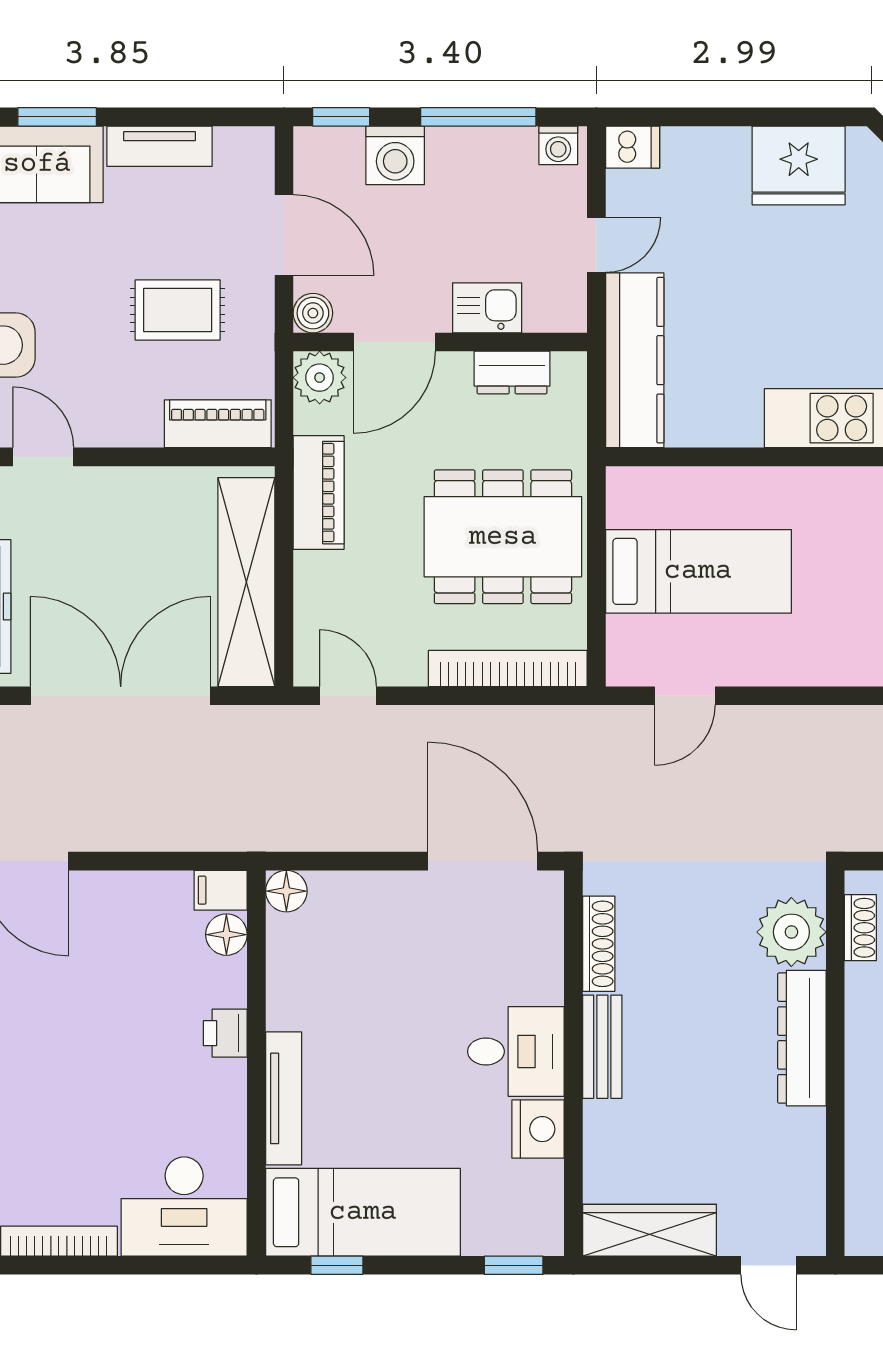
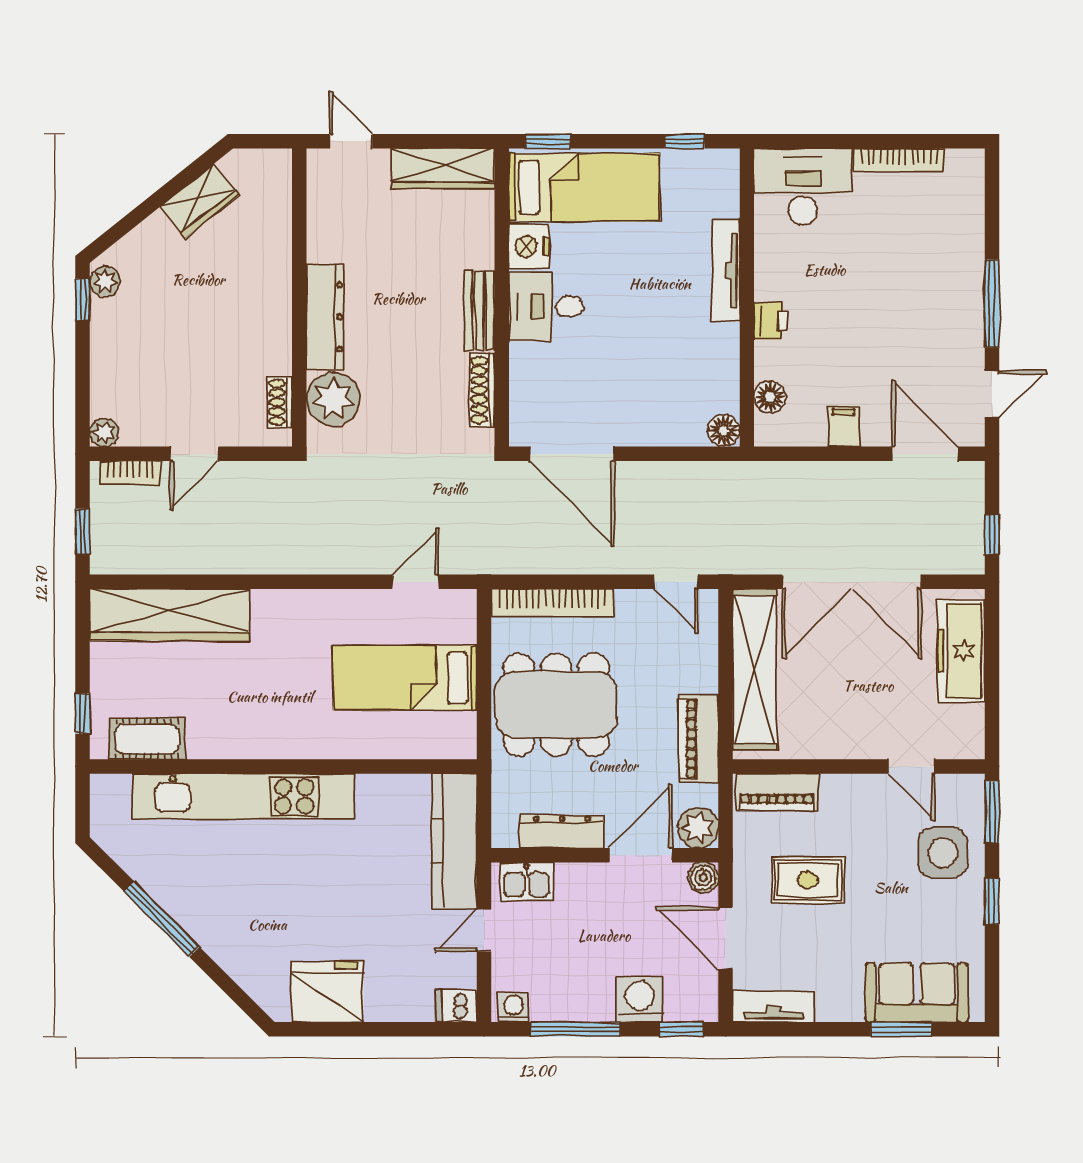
tv unit: (159, 146) -> (773, 1007), moved
kitchen sink: (487, 308) -> (526, 882), moved
dresser: (512, 372) -> (562, 832), width x1.44
filing cabinet: (221, 890) -> (844, 426), moved, turned -90
bed: (363, 1212) -> (584, 187), moved, turned 180

